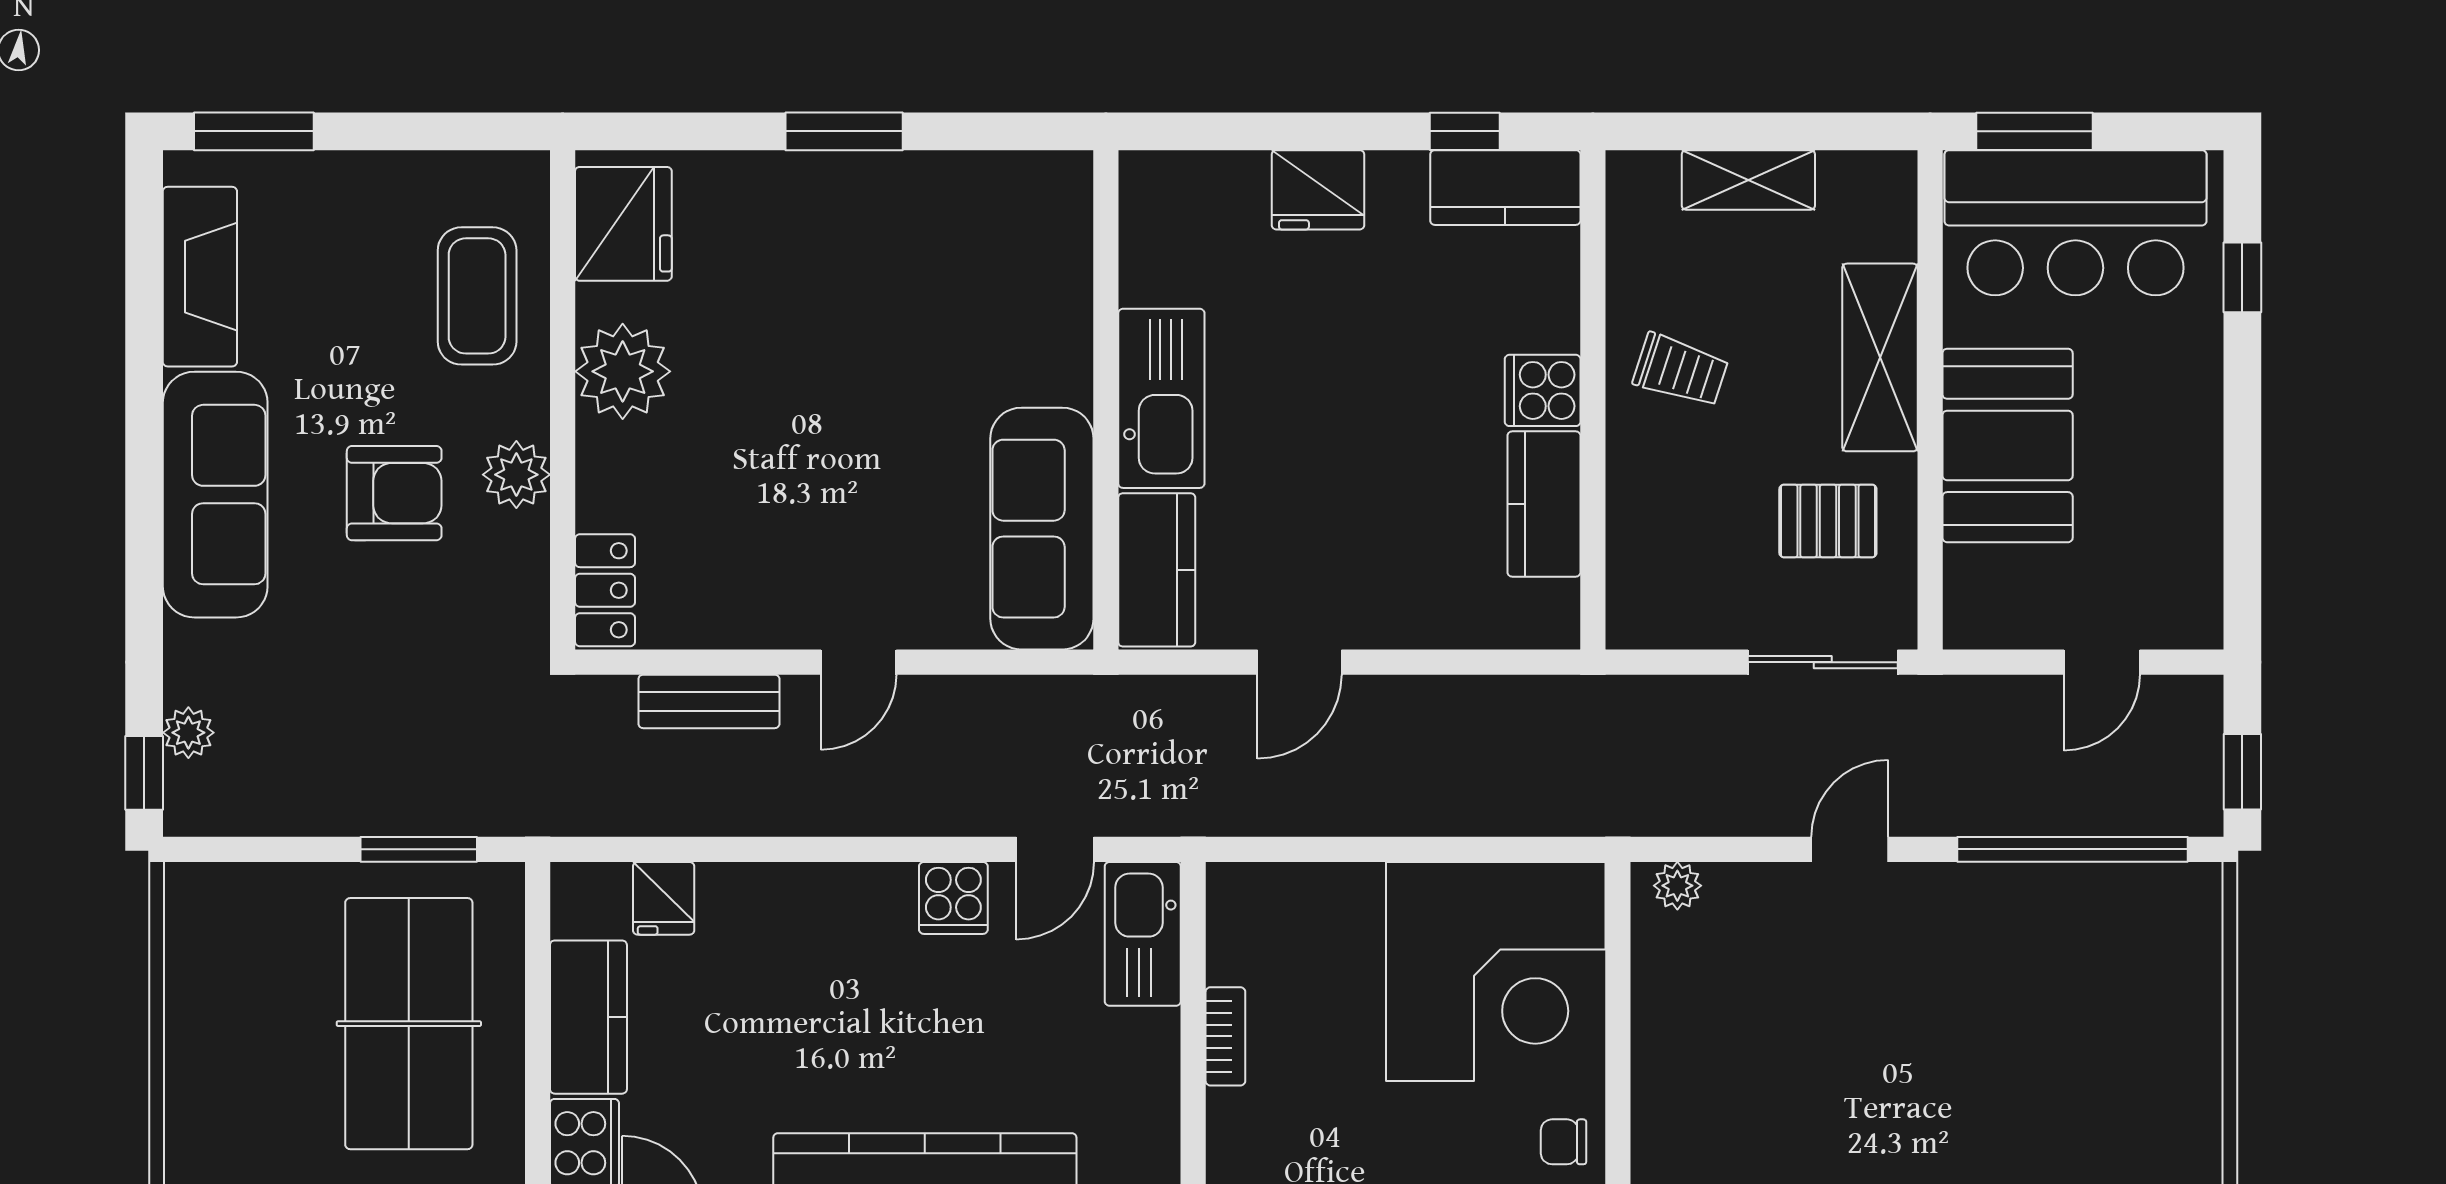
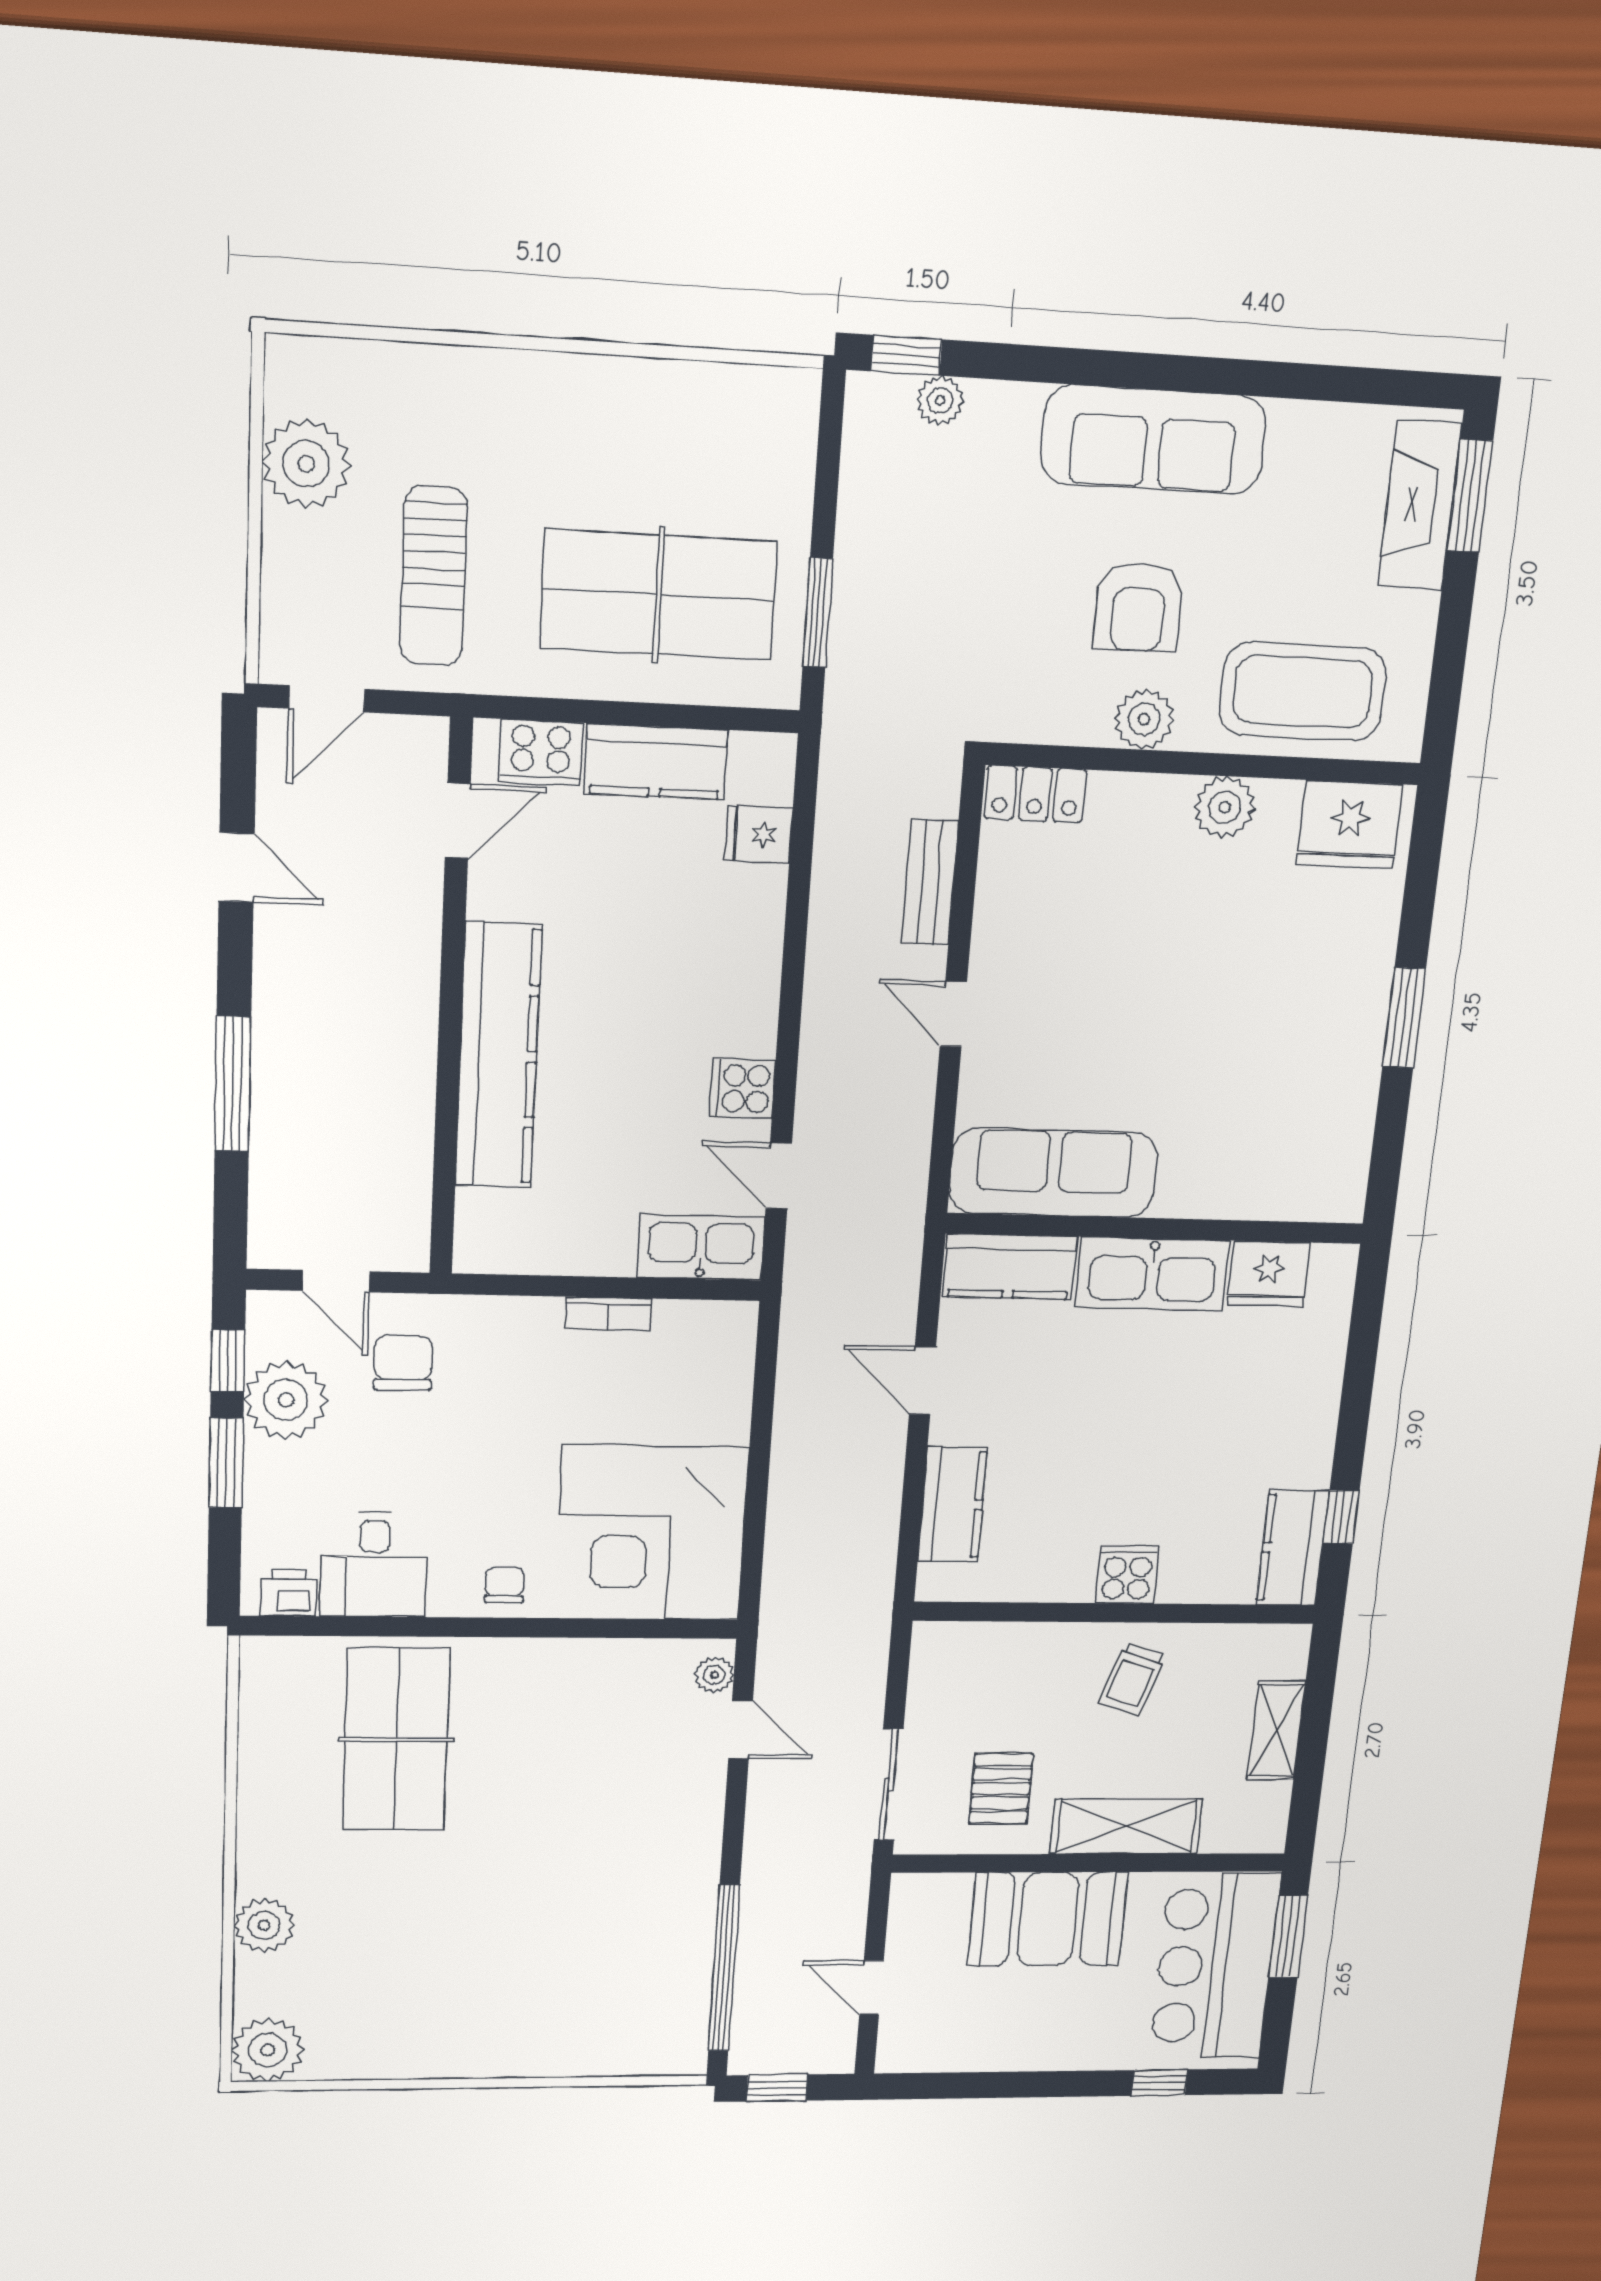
fridge: (1318, 190) -> (1269, 1274), moved, turned -90
fireplace: (200, 277) -> (1420, 505), moved, turned 90
coffee table: (477, 296) -> (1303, 692), width x1.36, depth x1.32
plant: (623, 371) -> (1225, 807), width x0.73, depth x0.73
kitchen counter: (1544, 504) -> (952, 1504), moved, turned 90
door: (1850, 849) -> (740, 1730), moved

